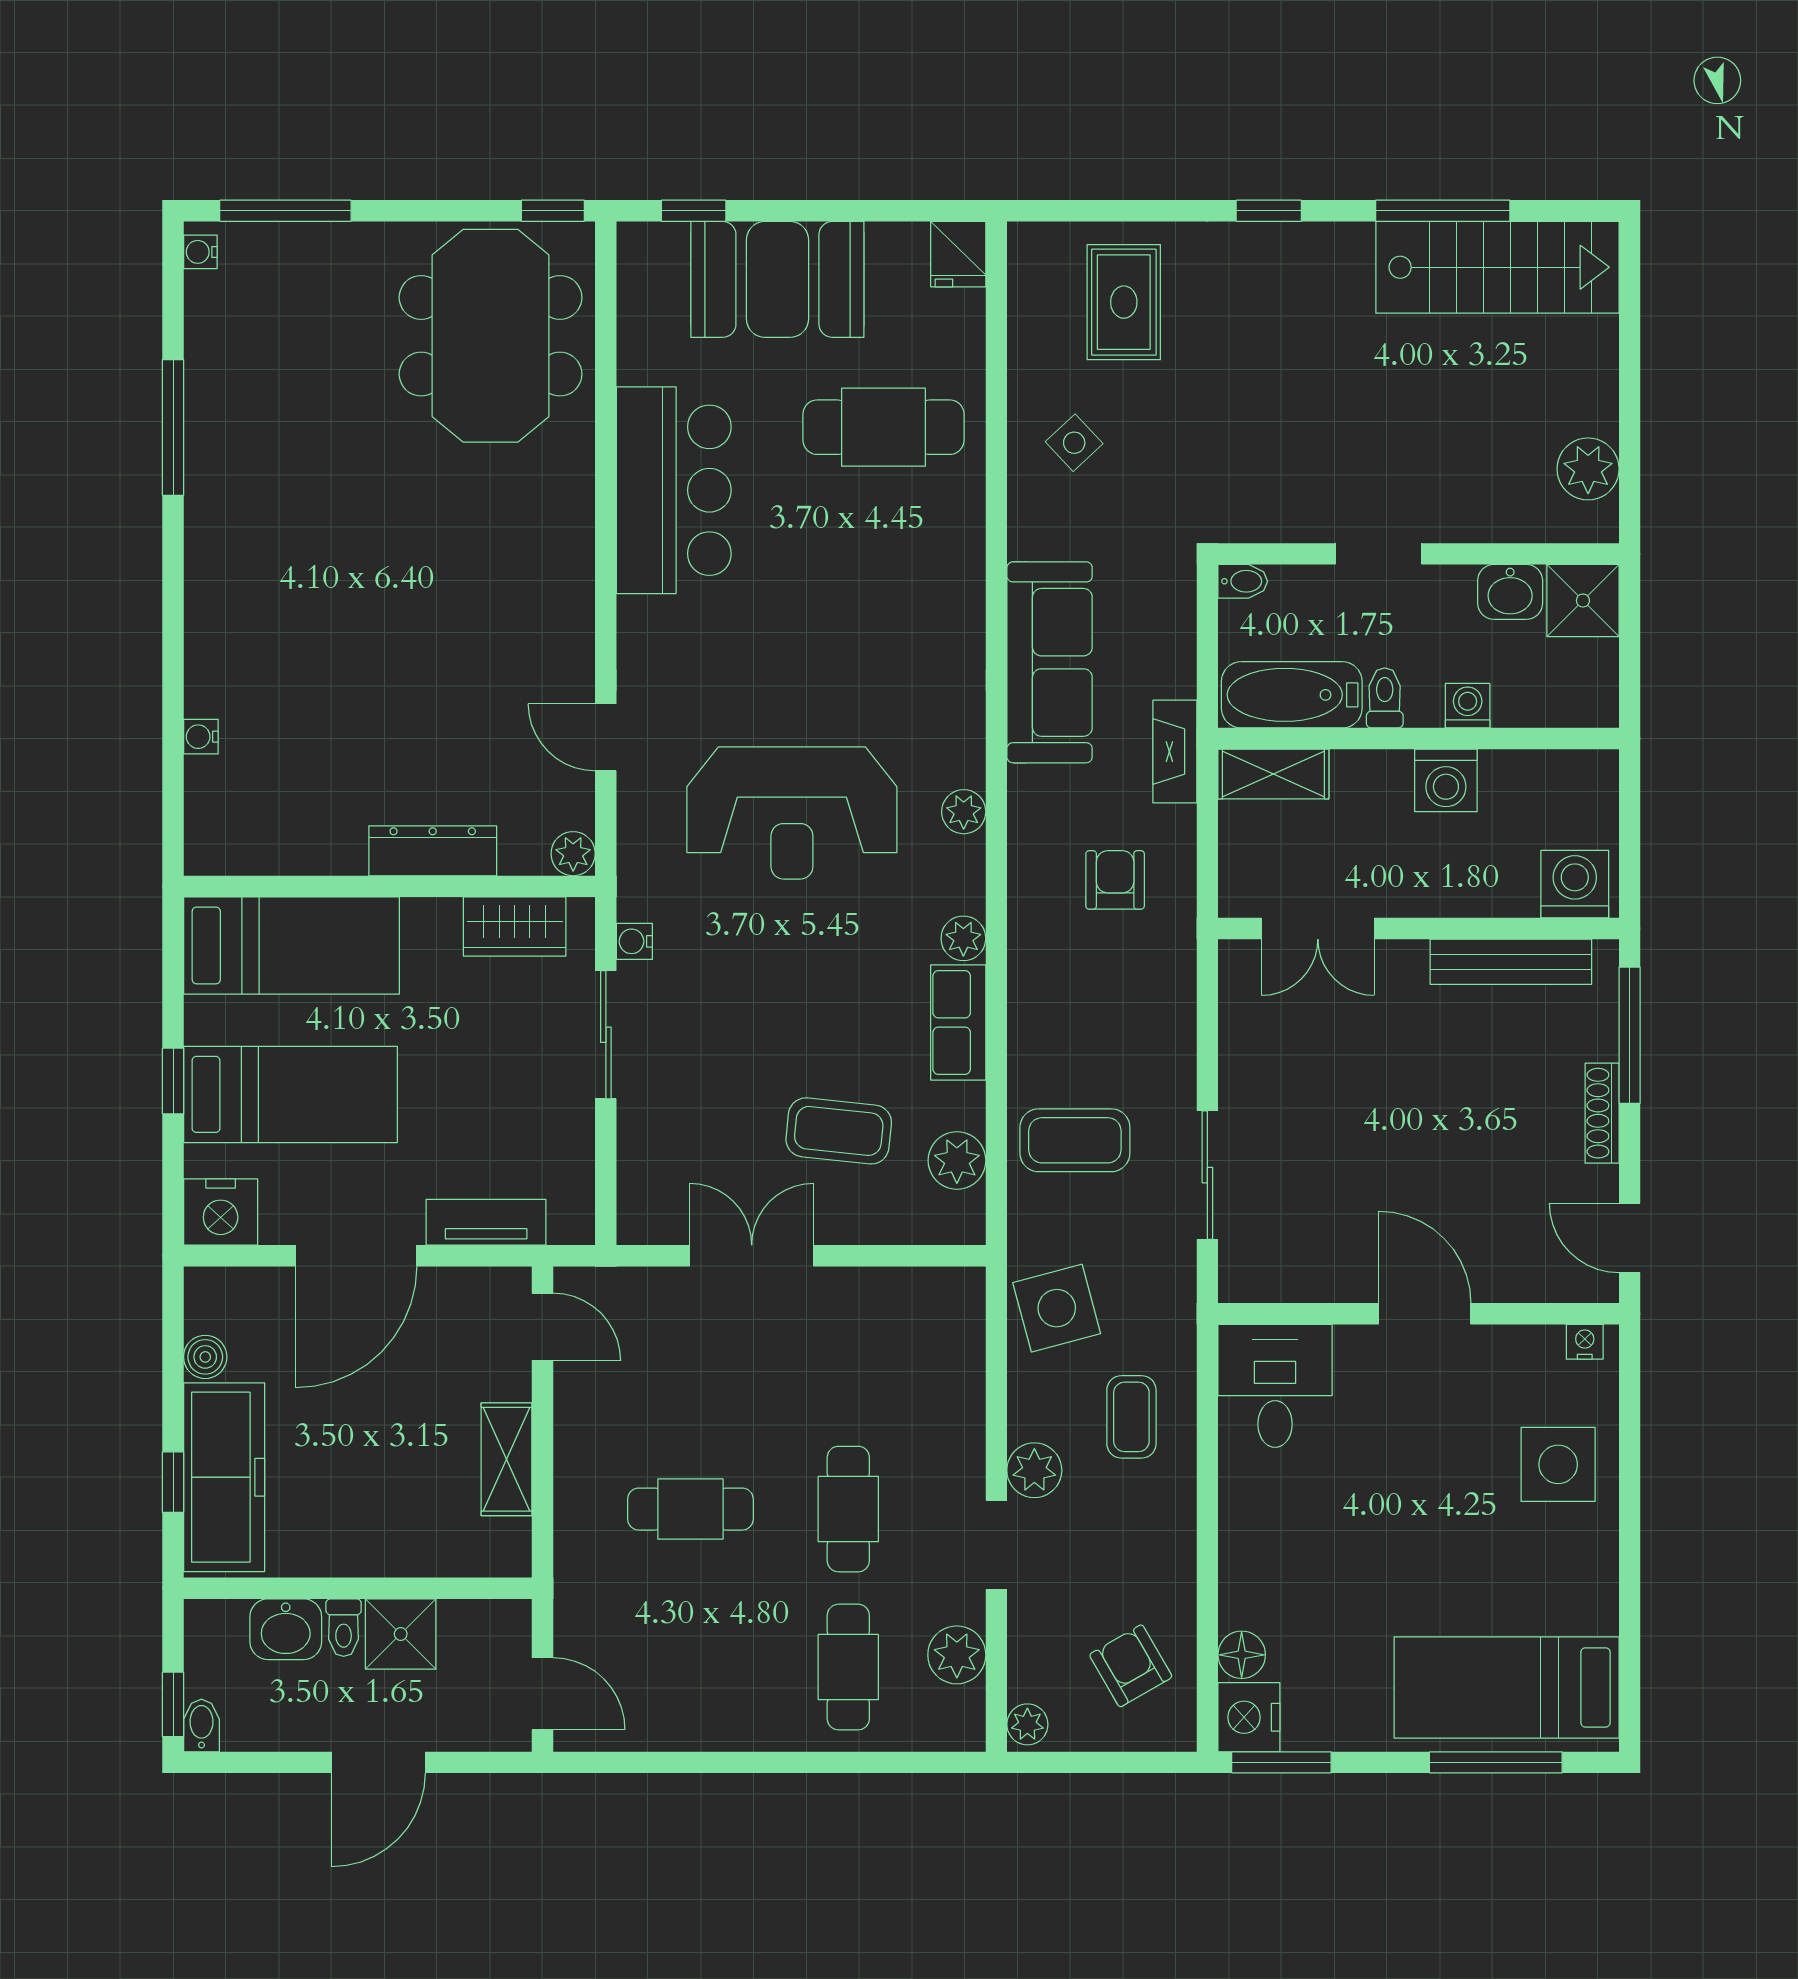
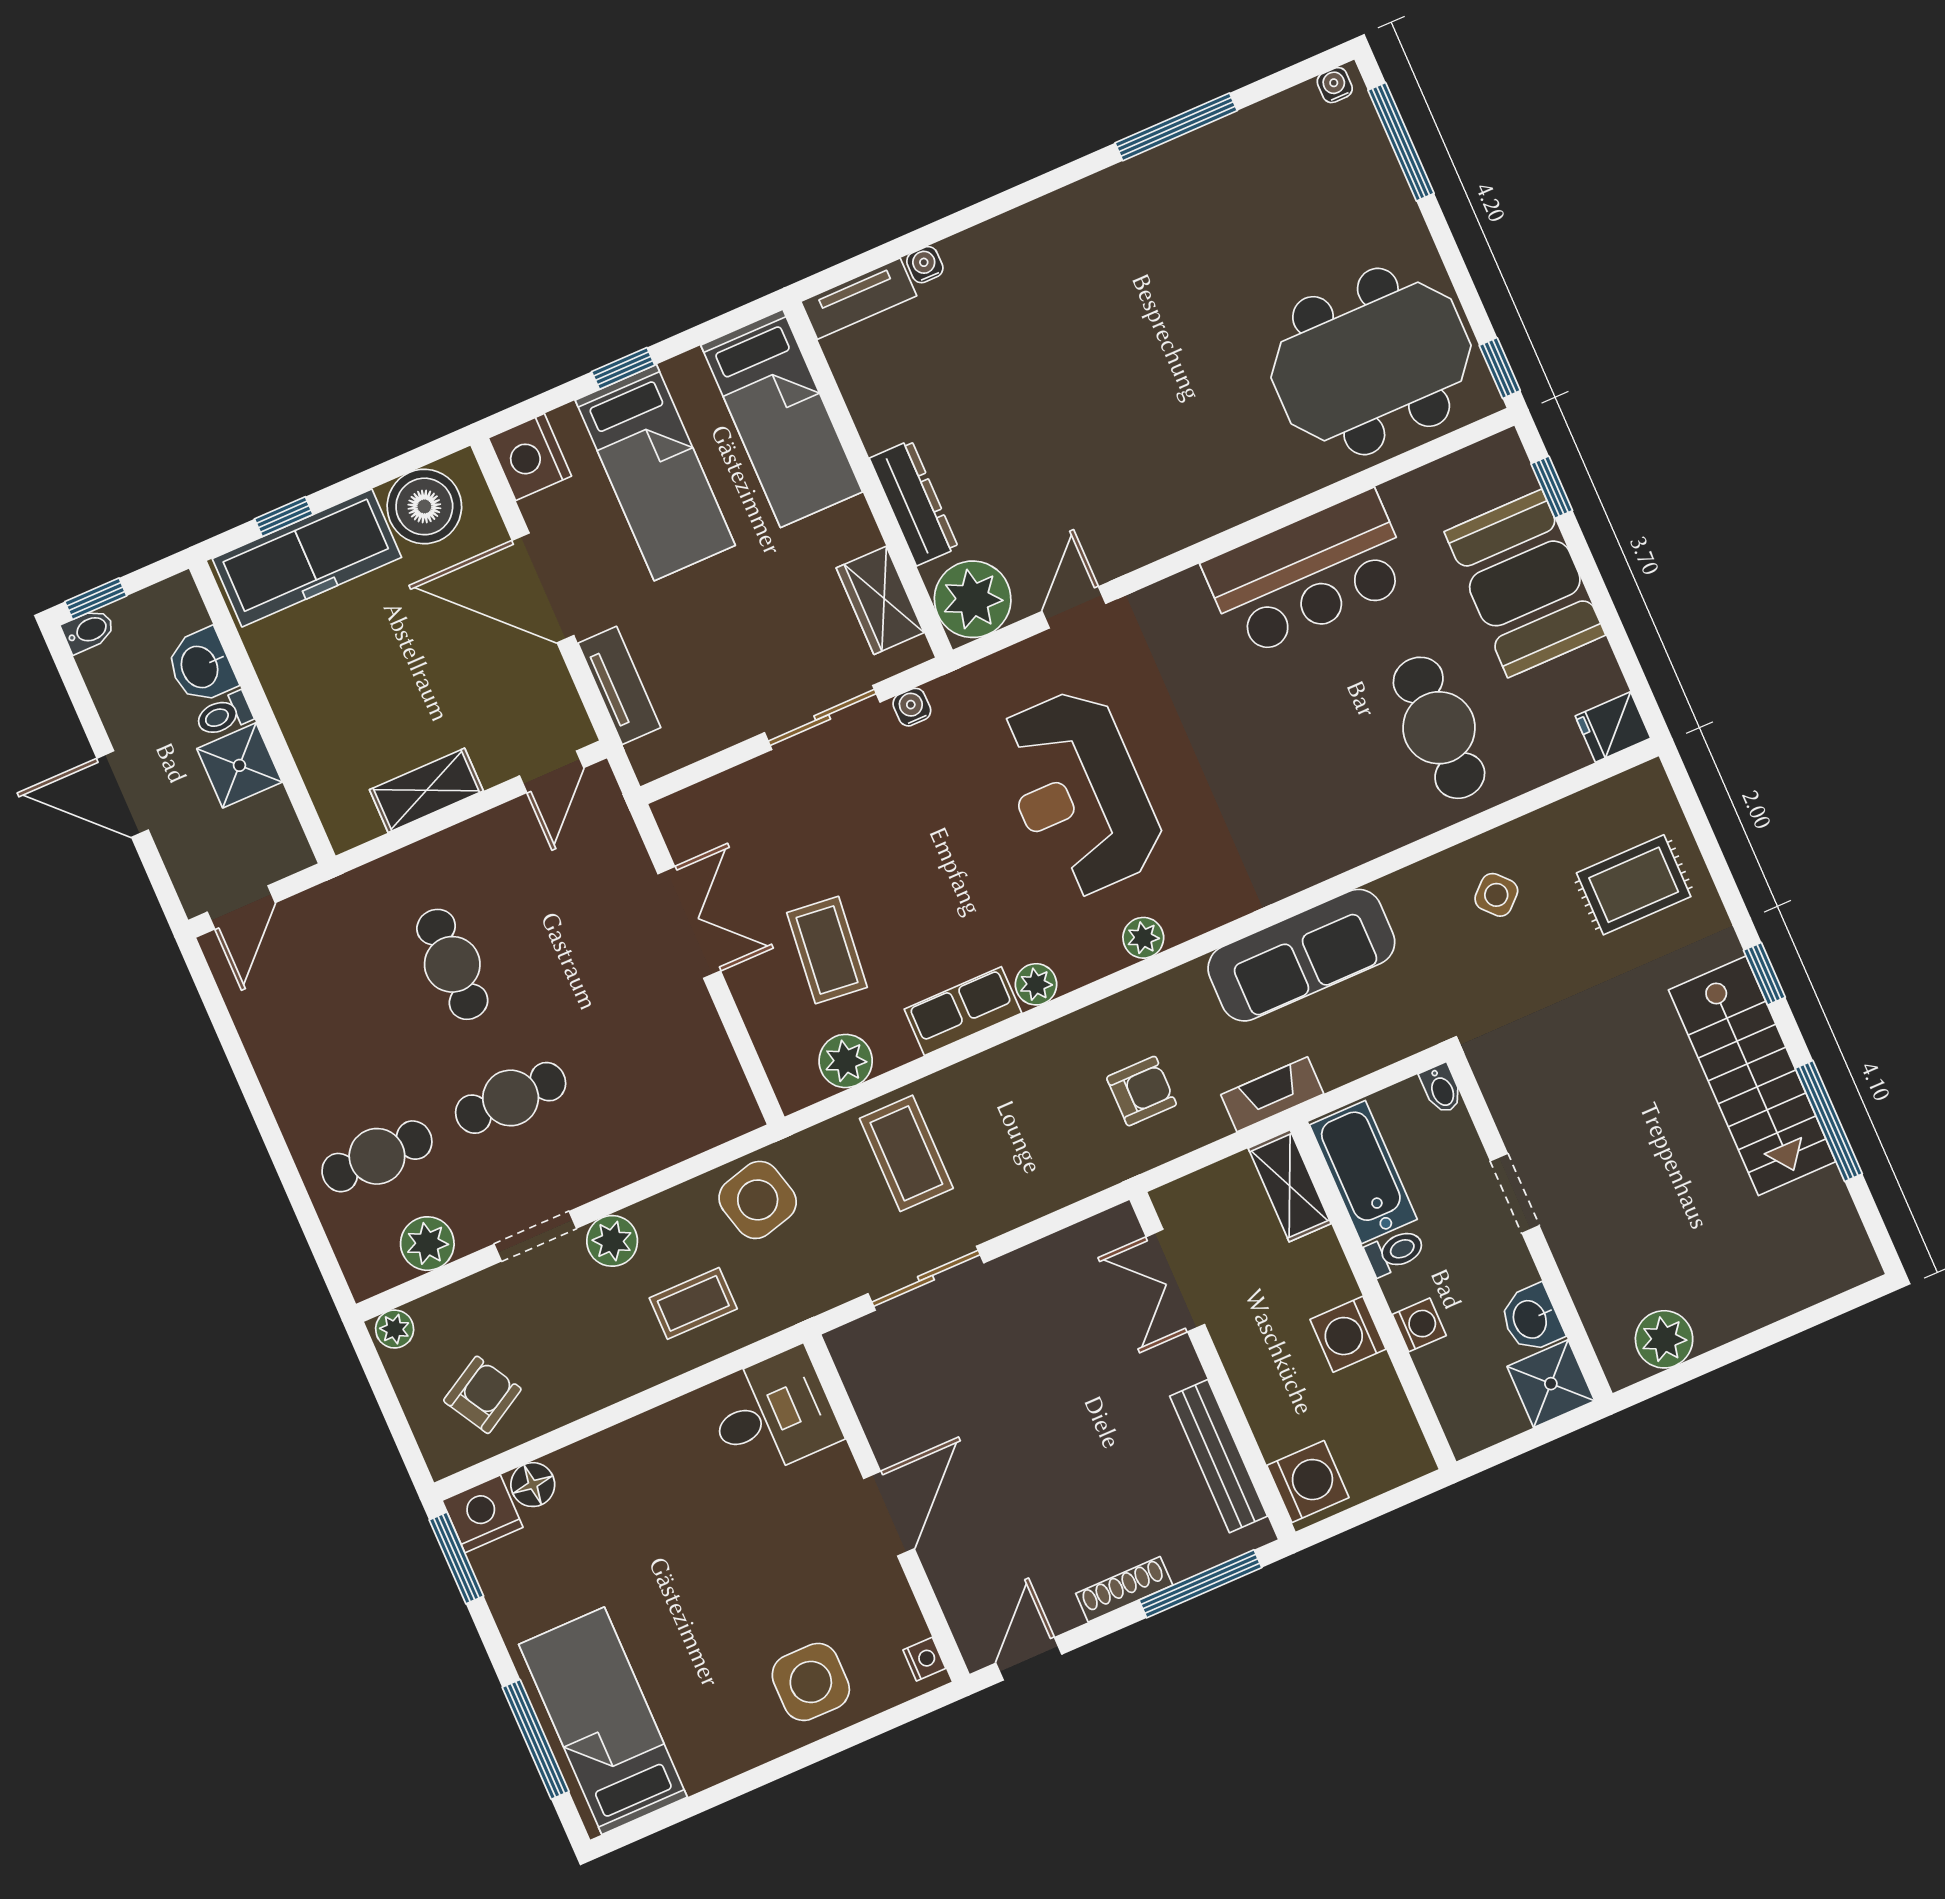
stairs: (1497, 267) -> (1752, 1076), moved
tv unit: (206, 817) -> (859, 299), added
plant: (573, 854) -> (973, 599), width x1.87, depth x1.87
boiler: (205, 1357) -> (424, 506), width x1.86, depth x1.86

